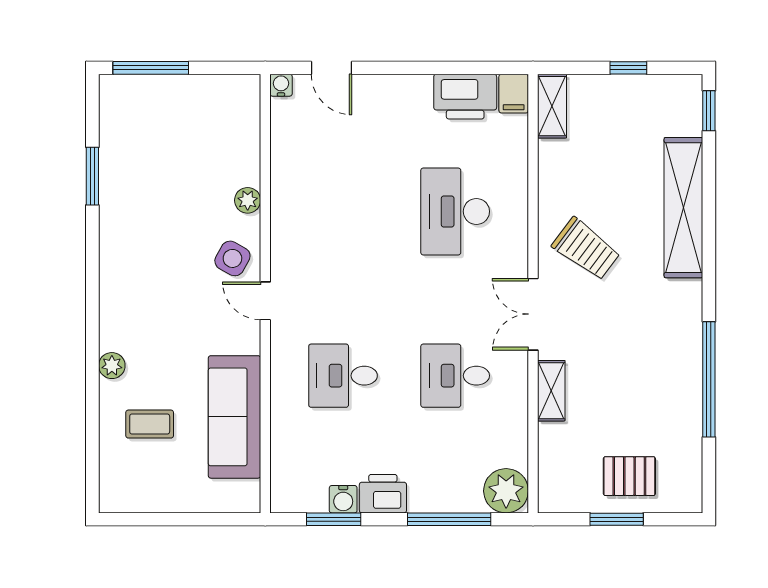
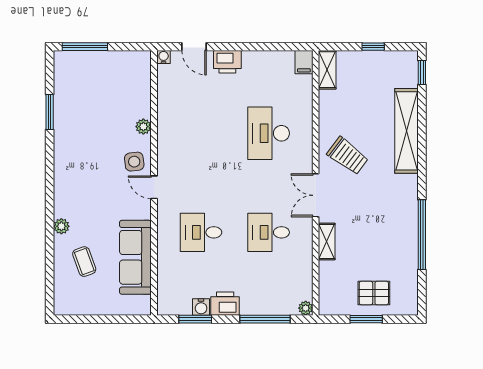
printer: (465, 97) -> (227, 62), moved, width x0.73, depth x0.84
side table: (232, 258) -> (134, 162), turned -36
coffee table: (150, 424) -> (84, 262), turned 70
plant: (506, 491) -> (306, 308), width x0.53, depth x0.53

